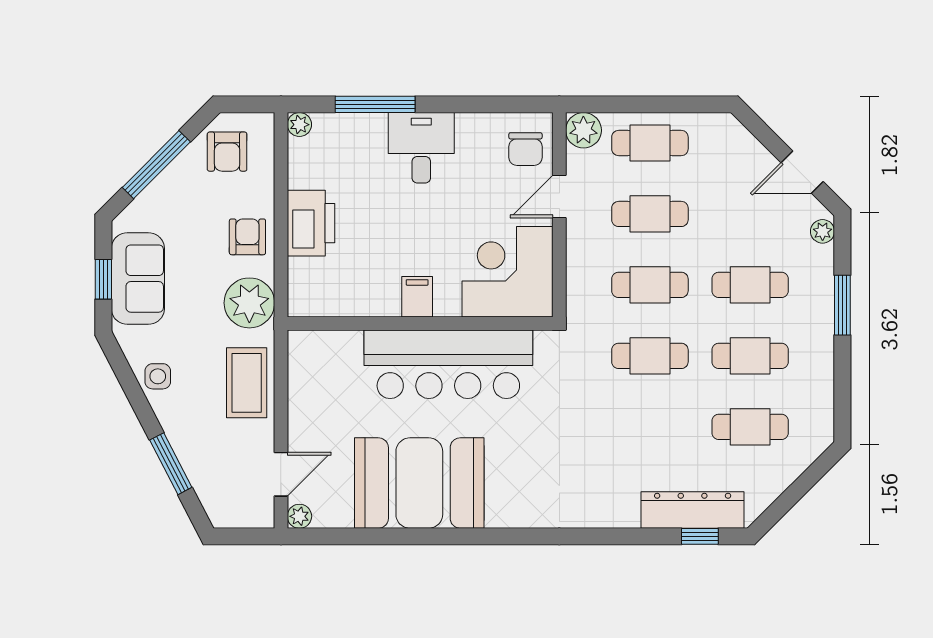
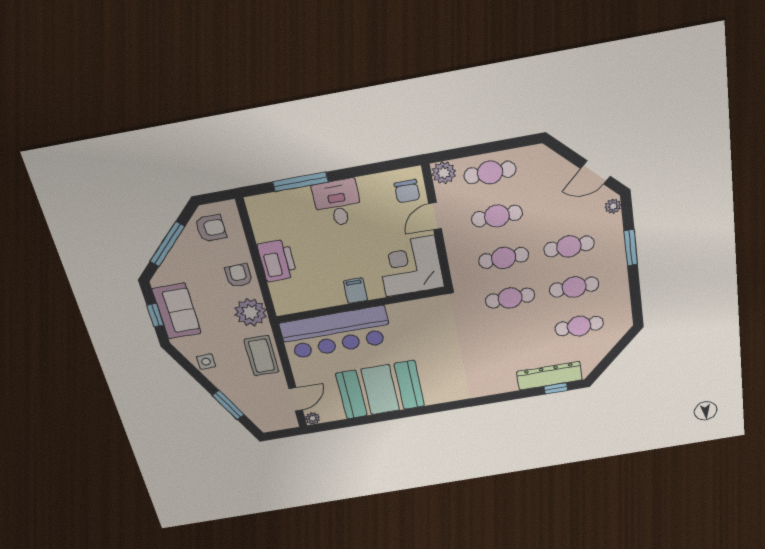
plant: (299, 125) -> (253, 203), removed
armchair: (227, 152) -> (211, 228), turned -90
bar counter: (448, 364) -> (336, 333), moved

